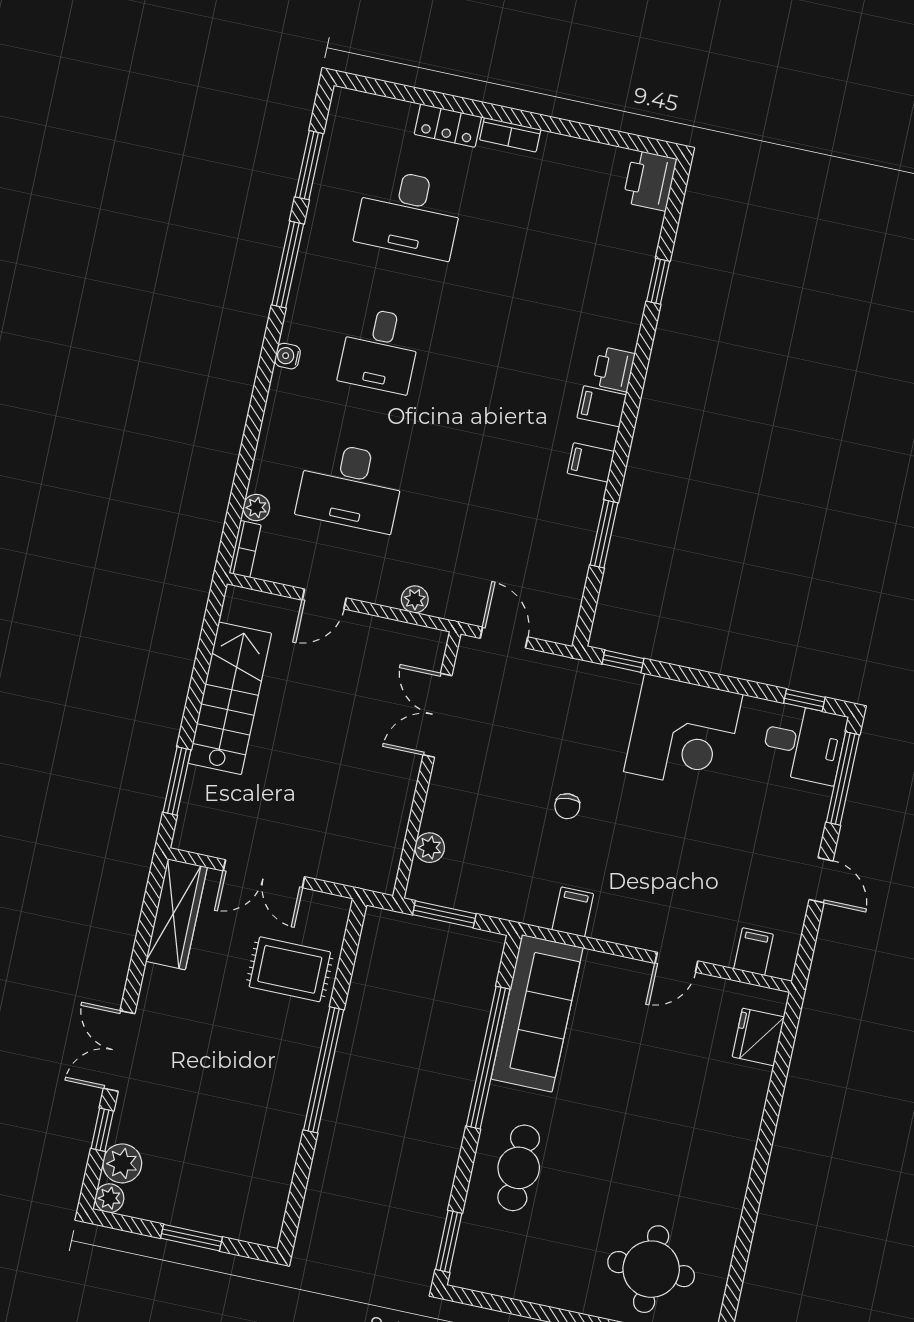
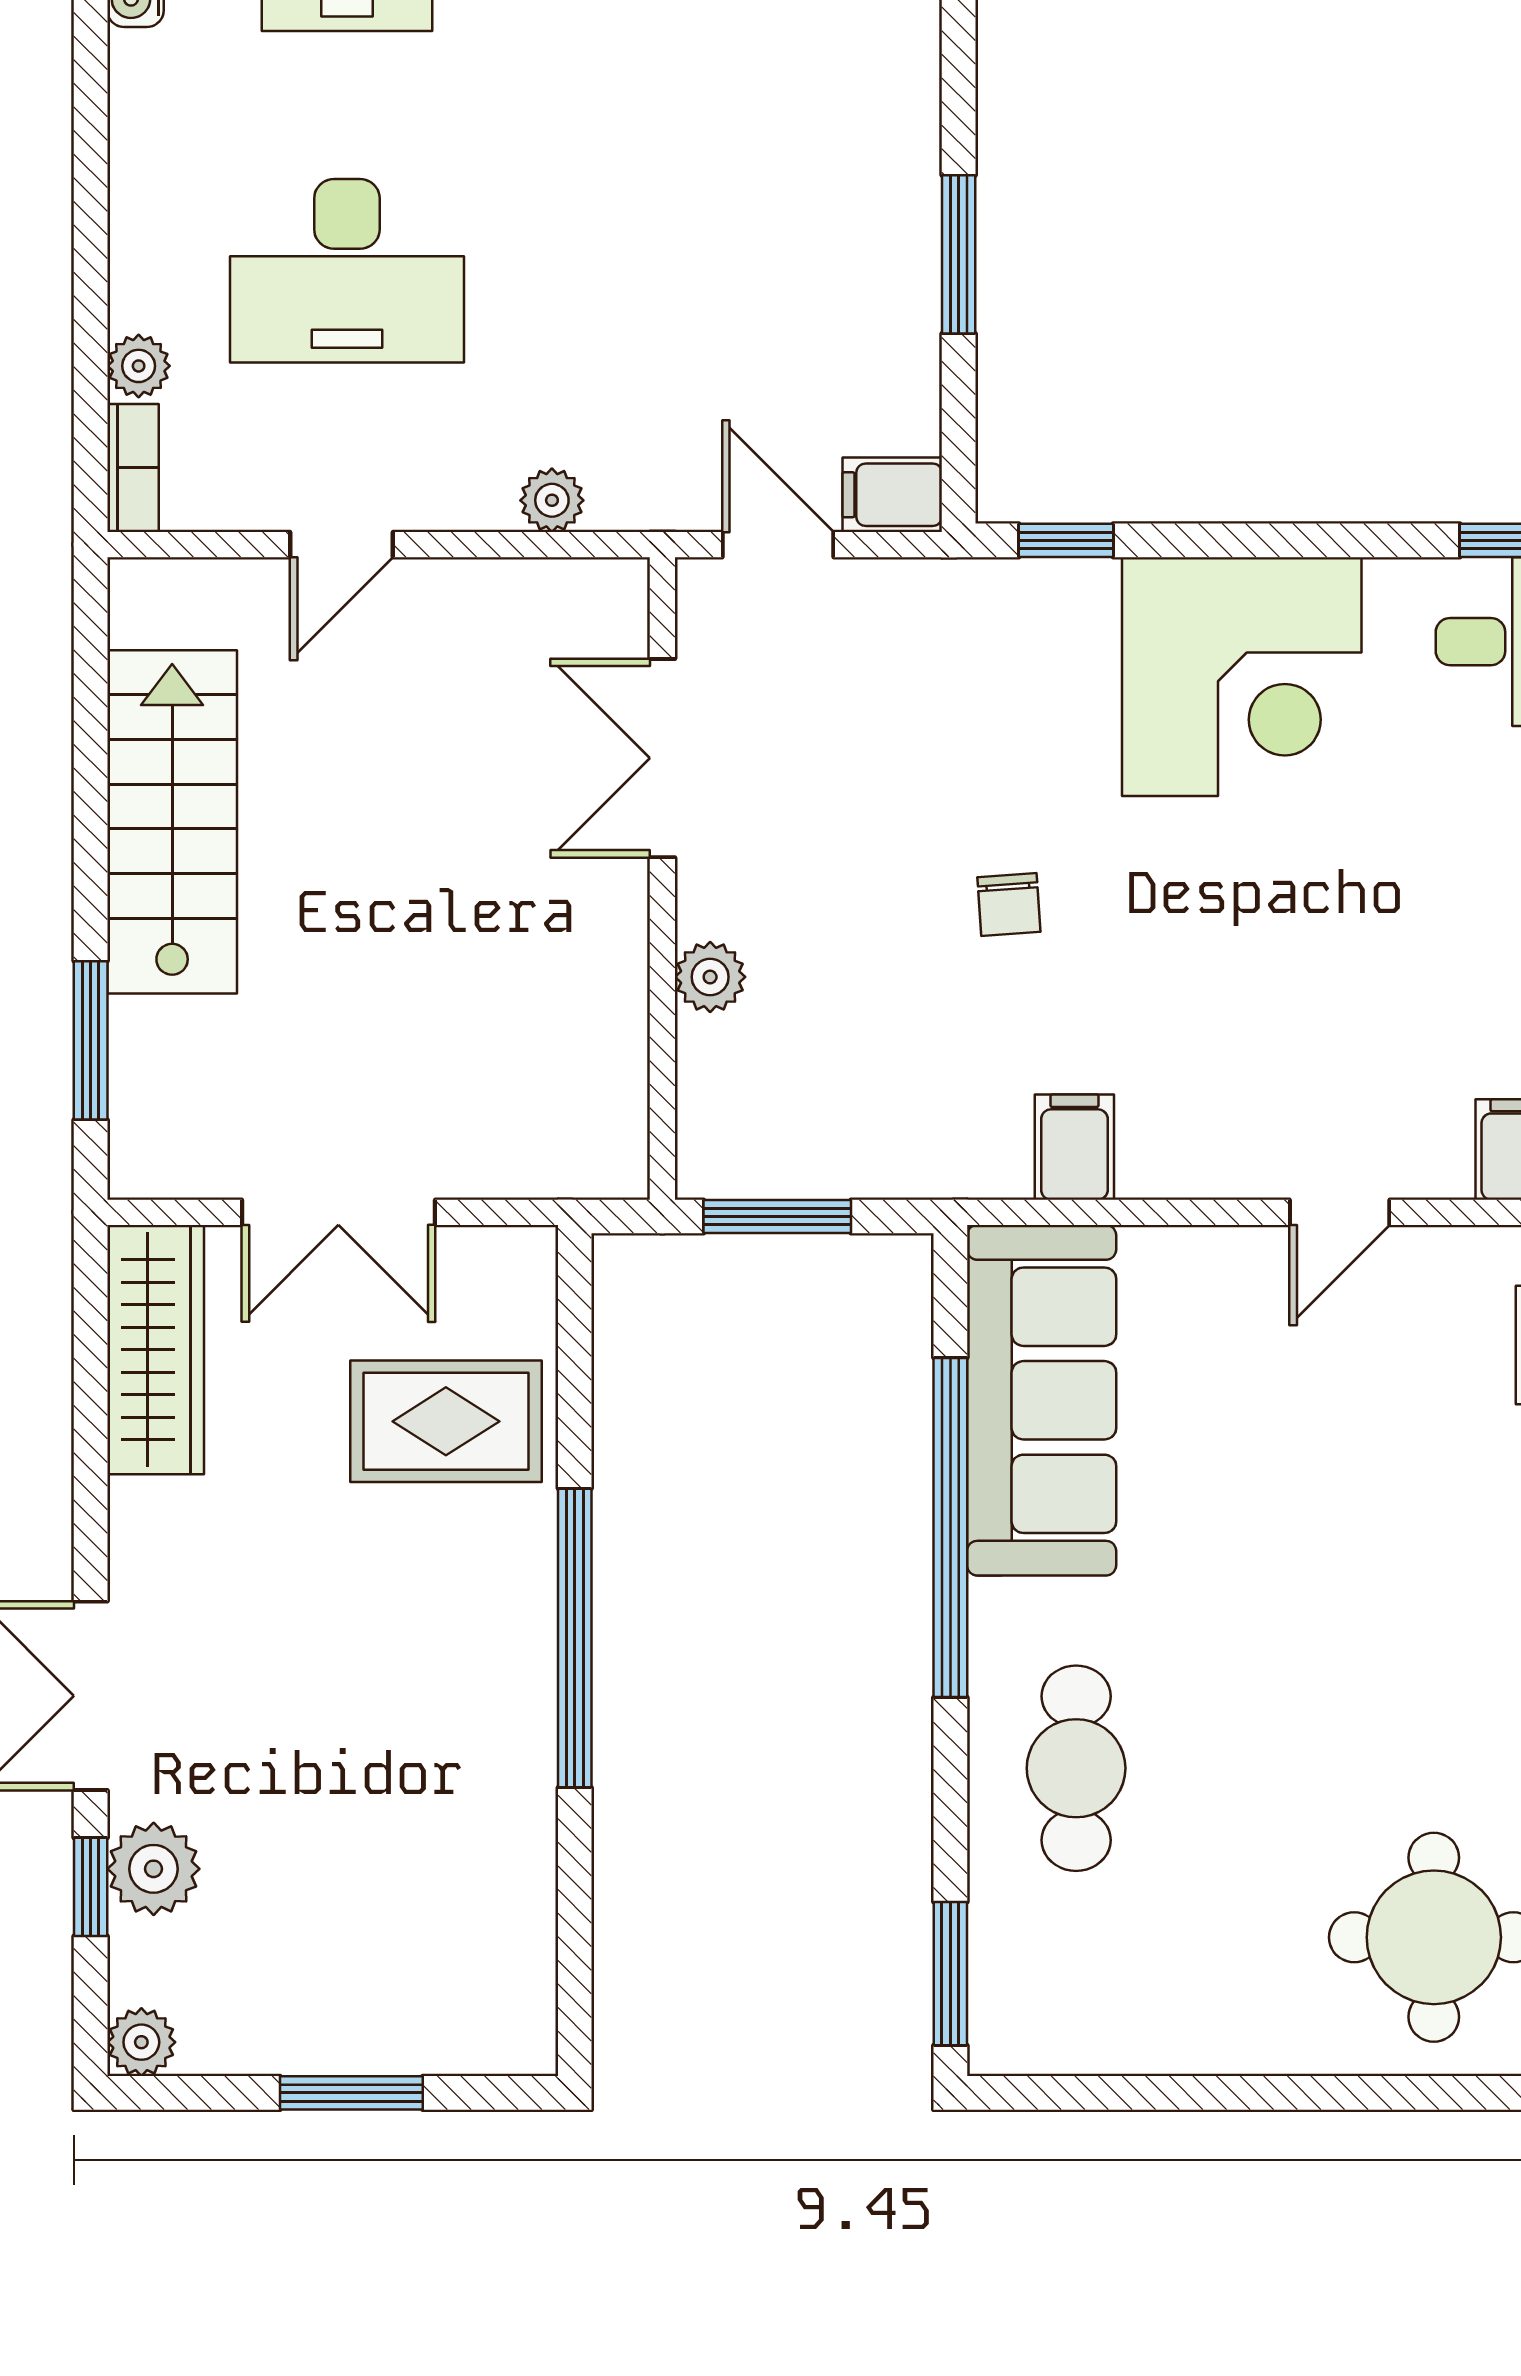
filing cabinet: (591, 462) -> (892, 495), moved
plant: (430, 848) -> (710, 977), moved
plant: (122, 1163) -> (154, 1869), moved

